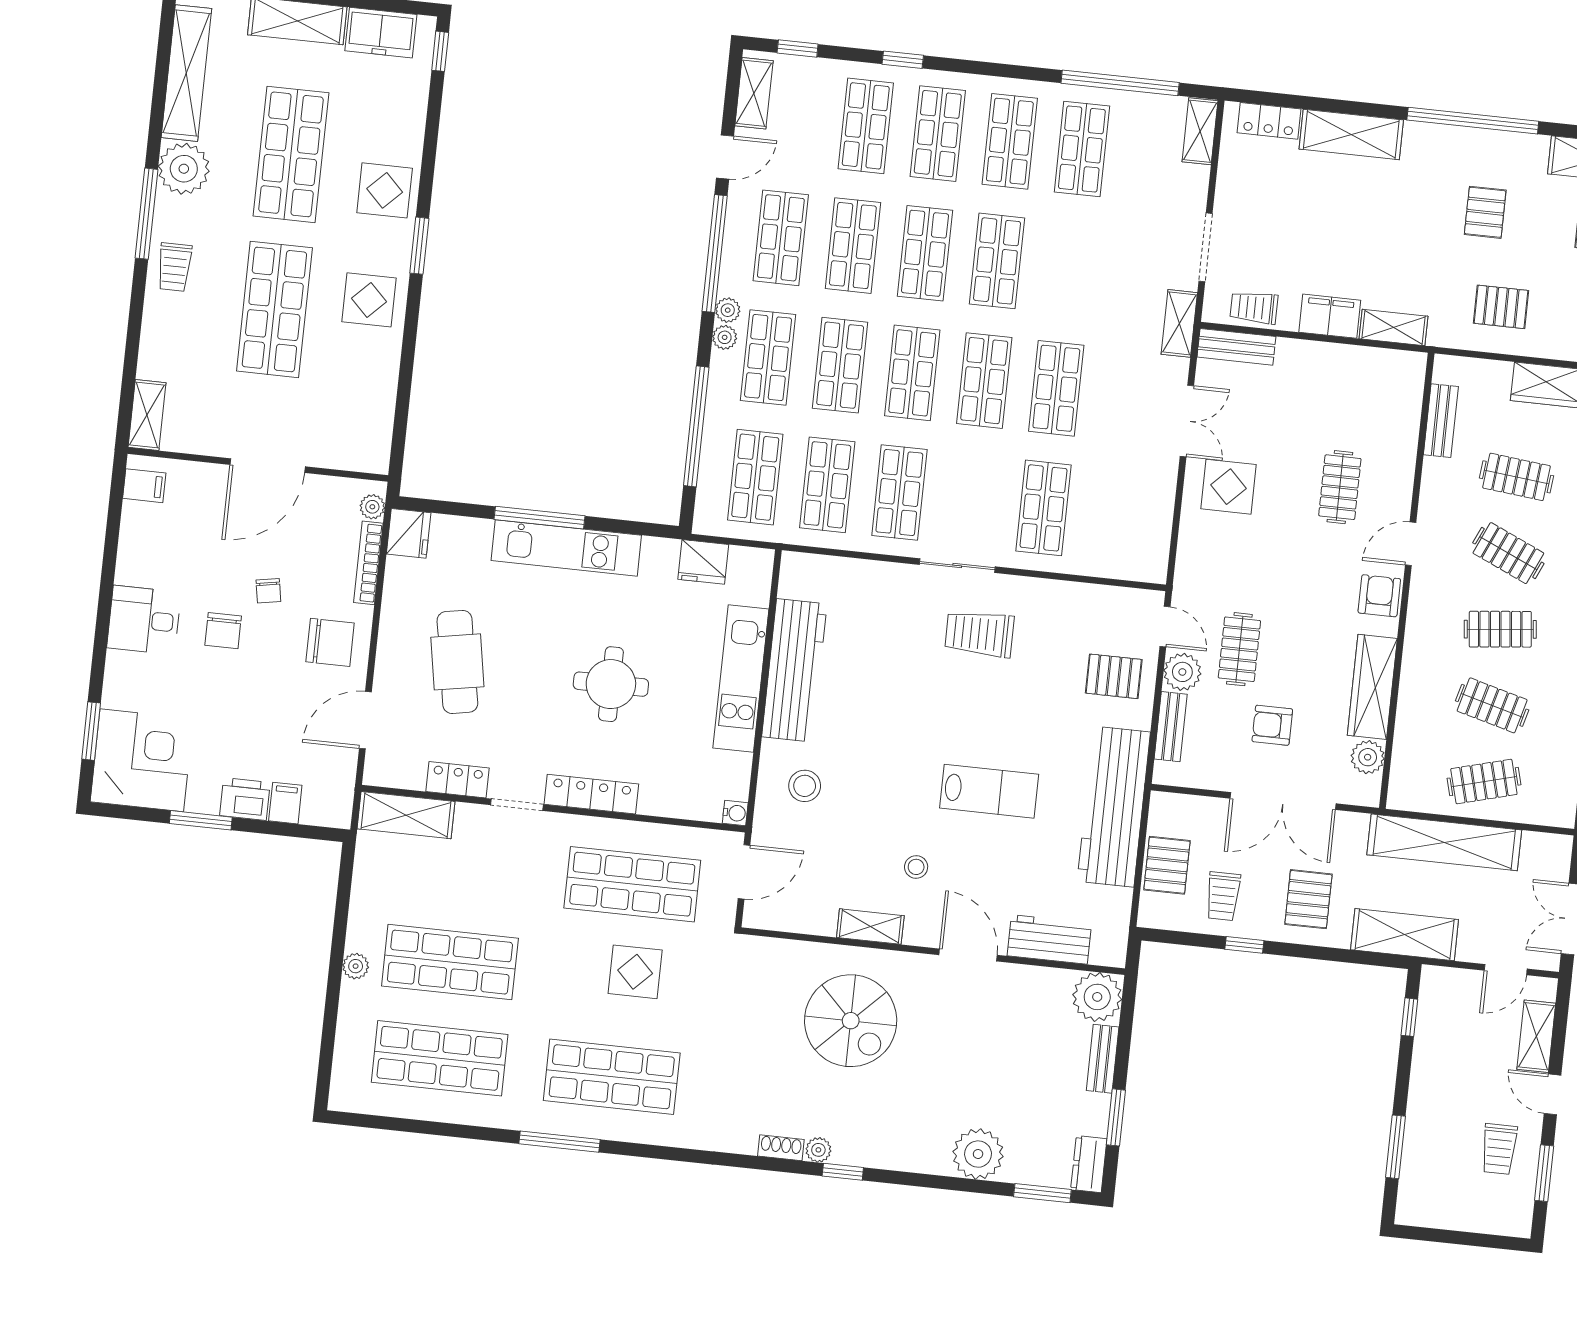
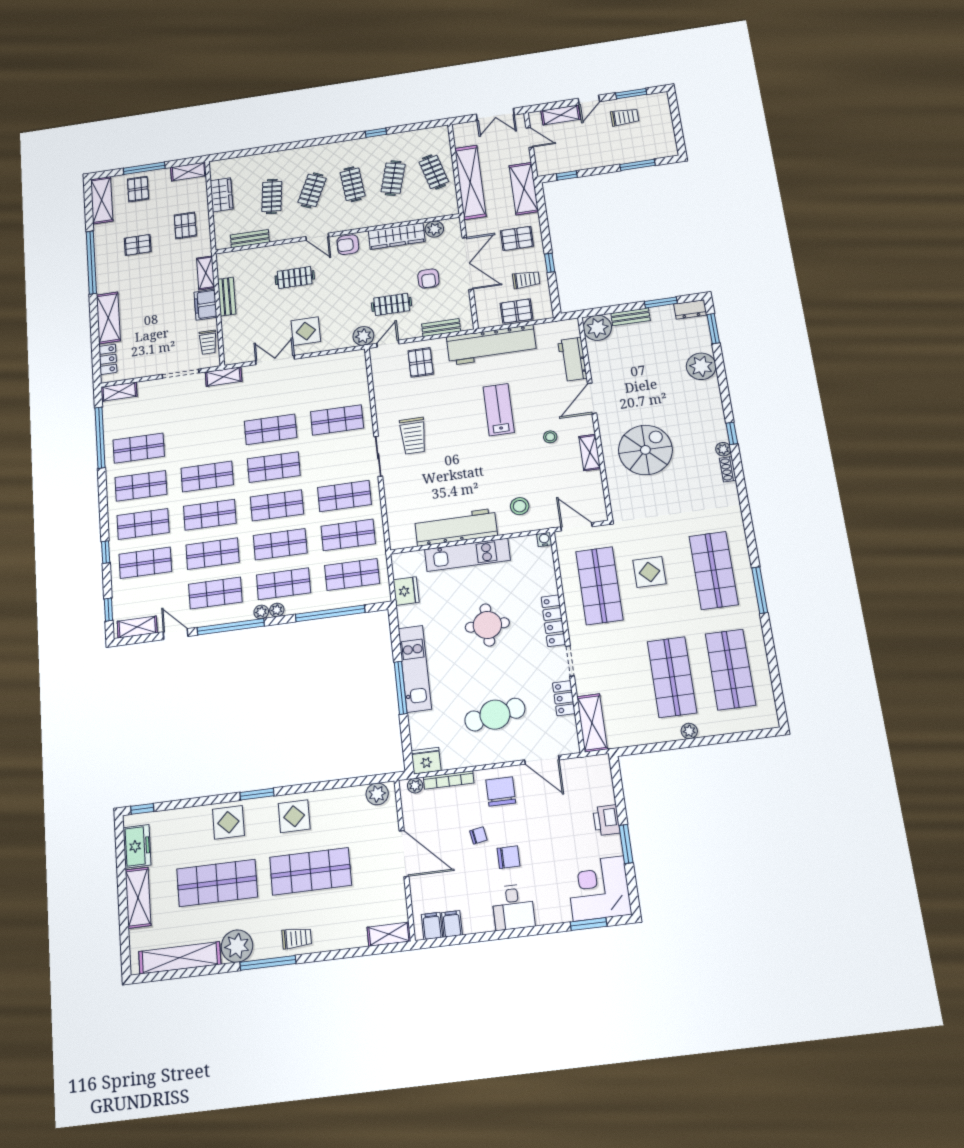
bench: (1236, 347) -> (227, 297), moved
plant: (373, 442) -> (377, 794), added
plant: (1182, 672) -> (363, 336), moved
filing cabinet: (285, 803) -> (452, 924), moved, turned 90

